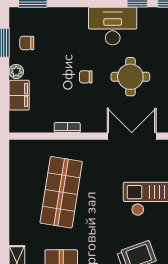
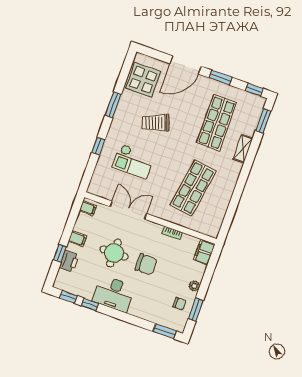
chair: (86, 77) -> (146, 264), width x1.87, depth x1.87
filing cabinet: (19, 95) -> (204, 252), moved
double door: (132, 136) -> (128, 210), swing flipped

